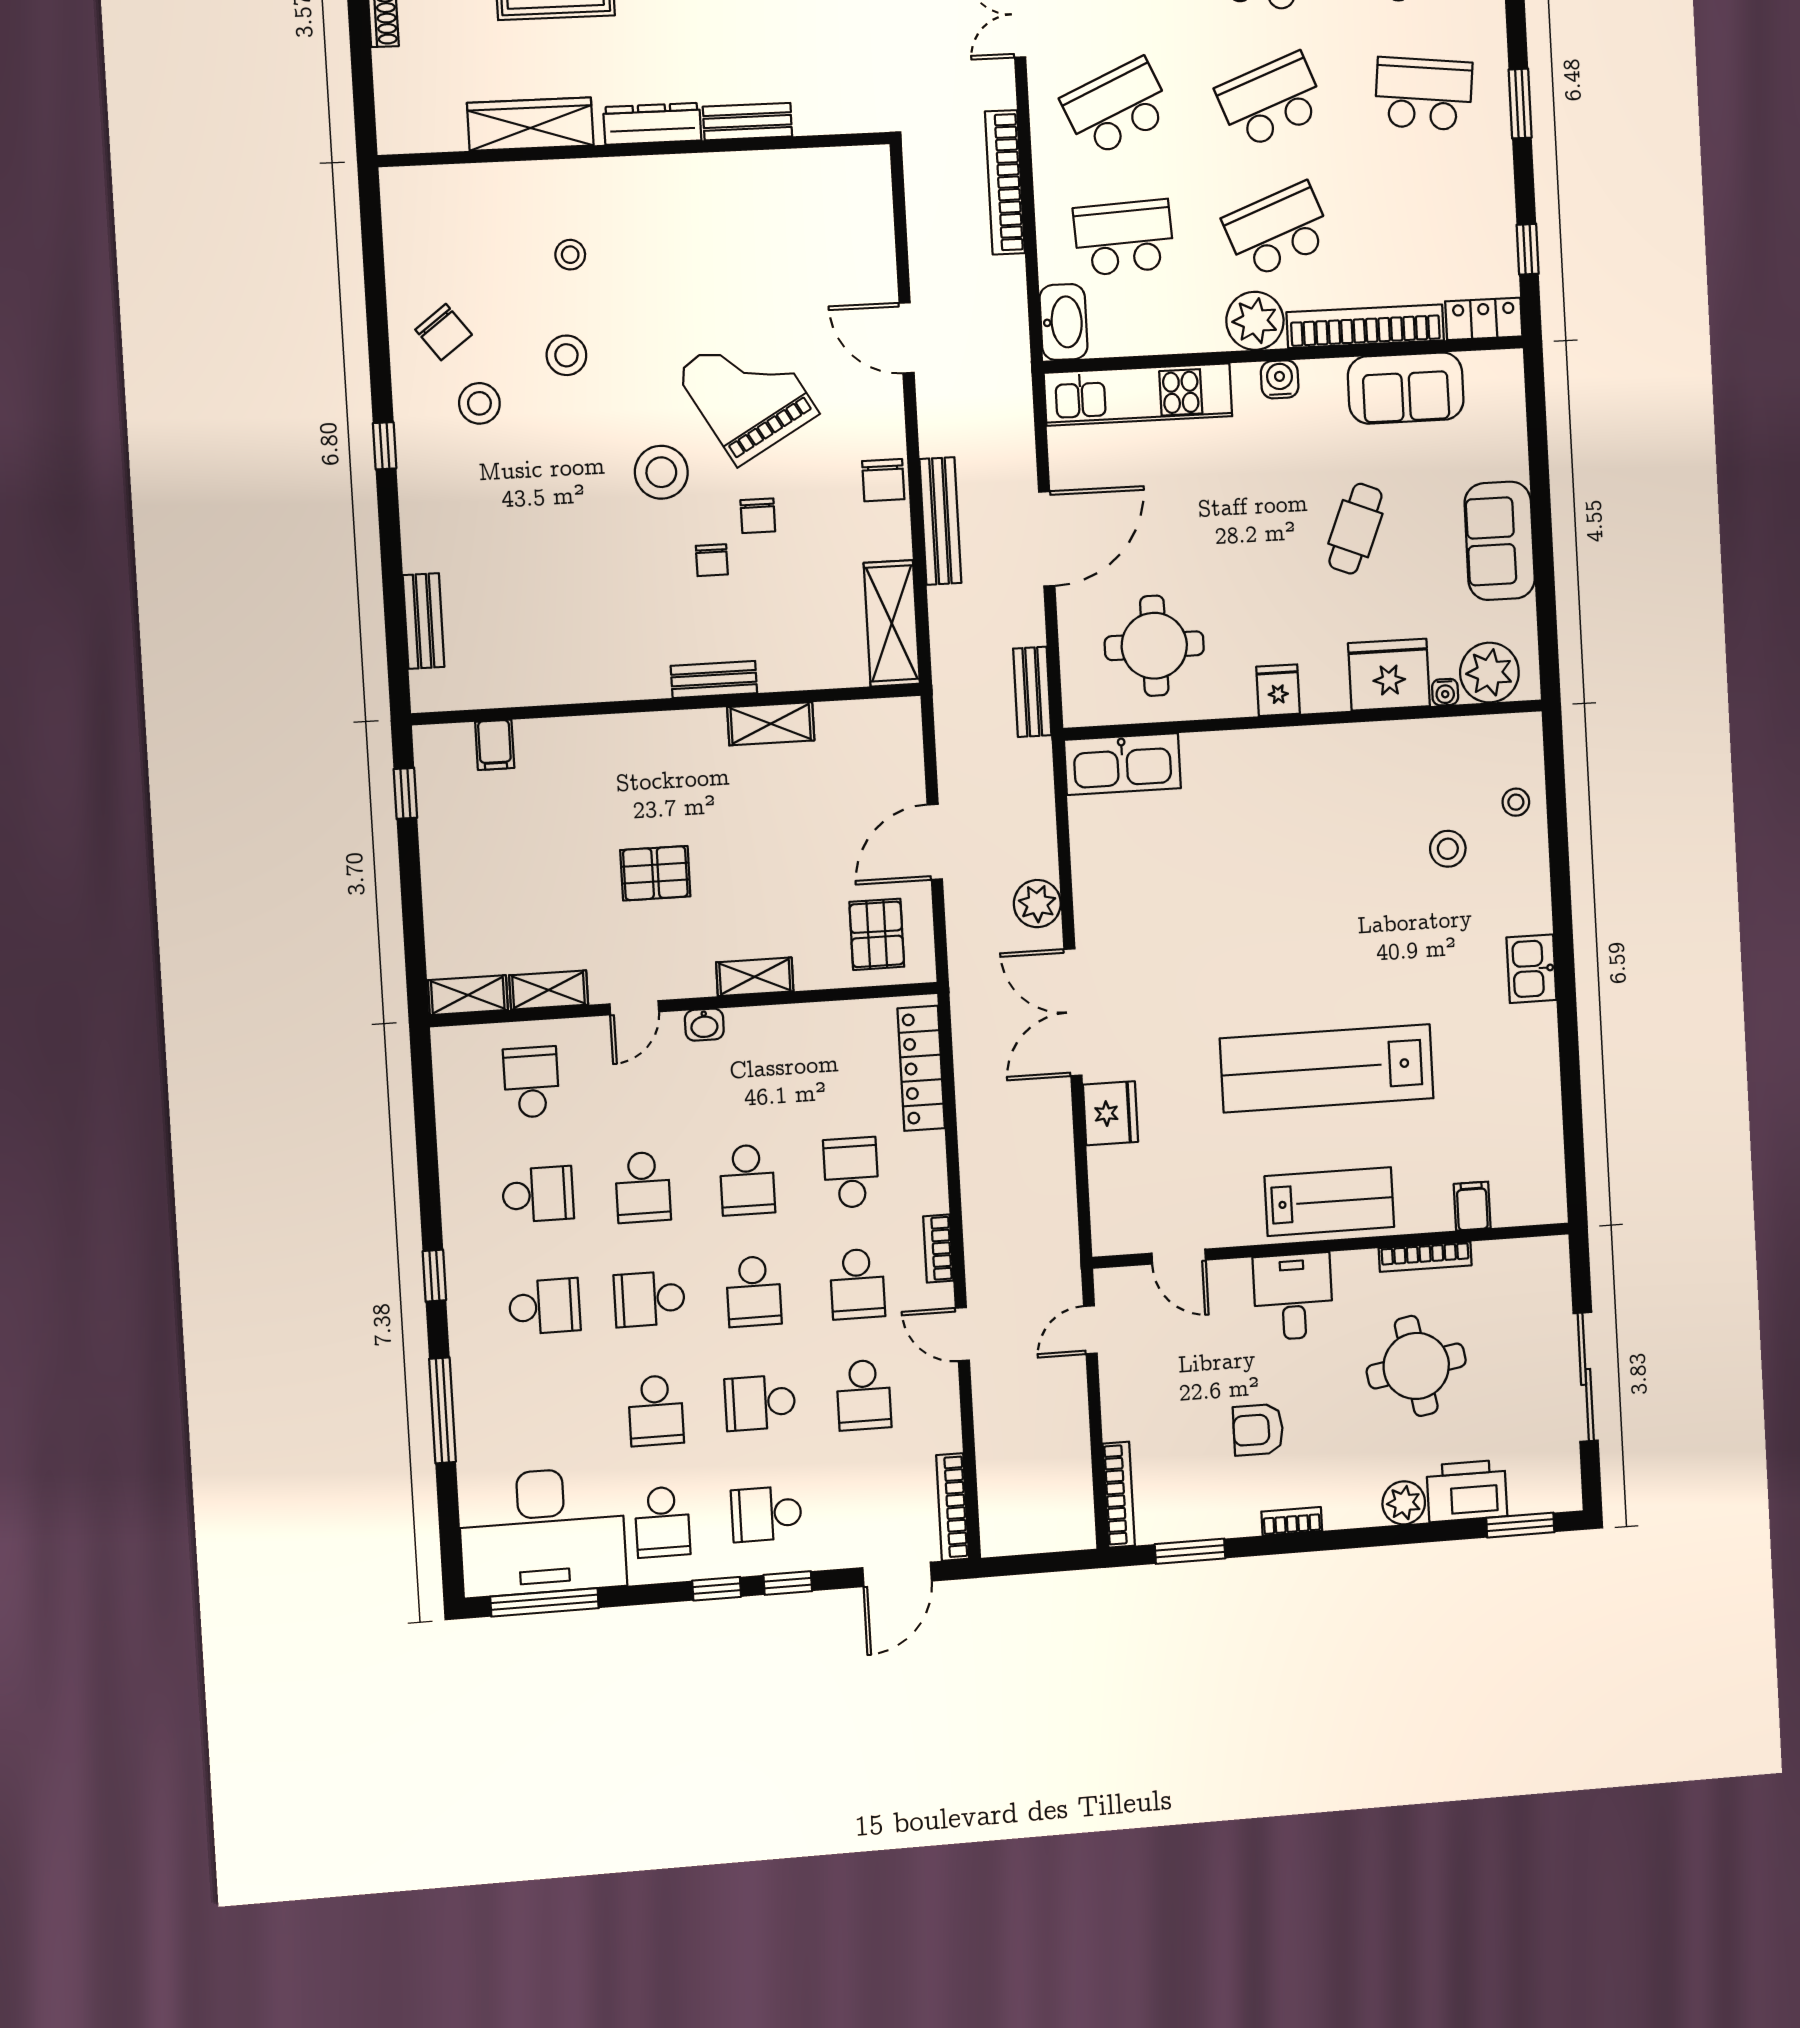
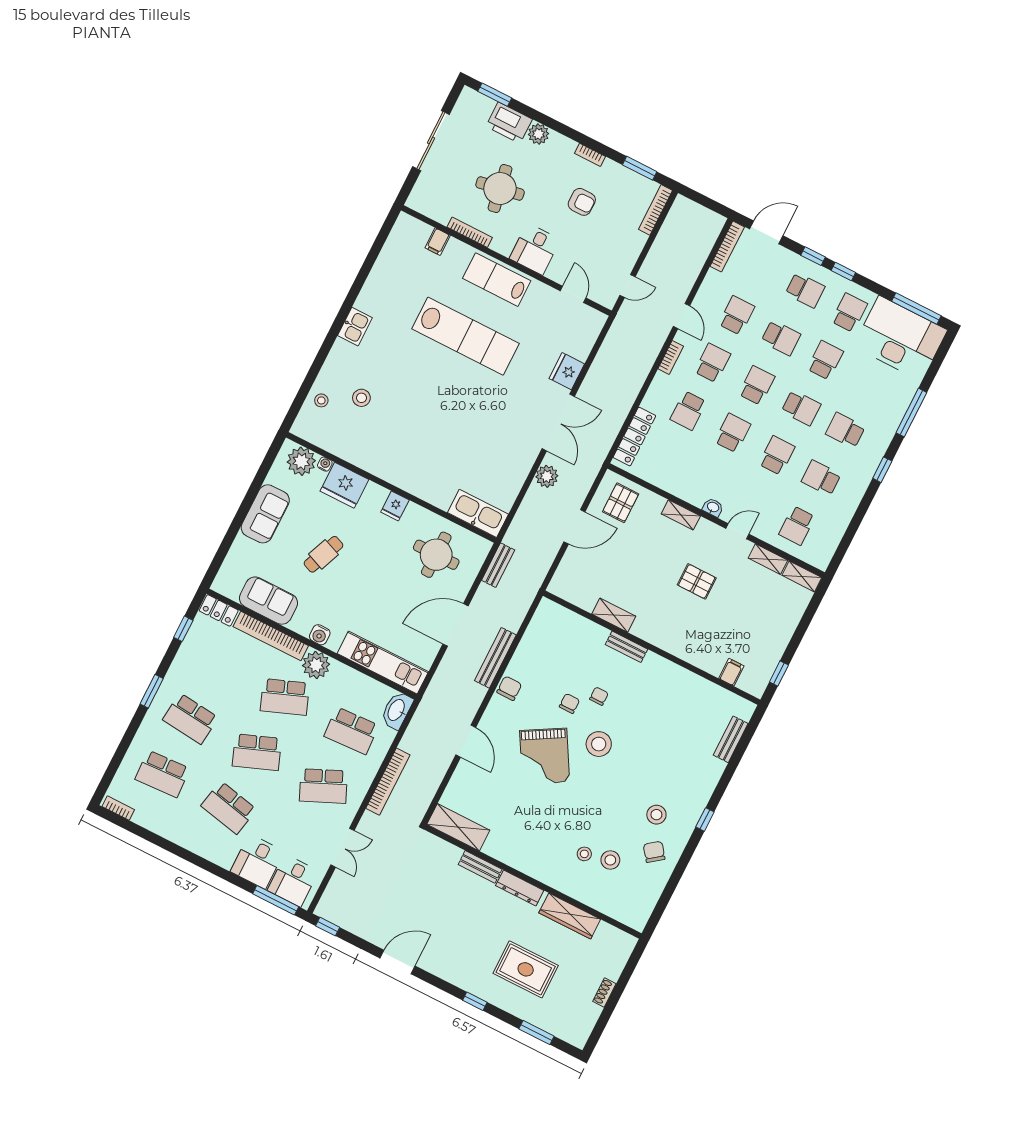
stool: (566, 355) -> (610, 860), moved
shelving: (892, 623) -> (458, 827), moved, turned 90

